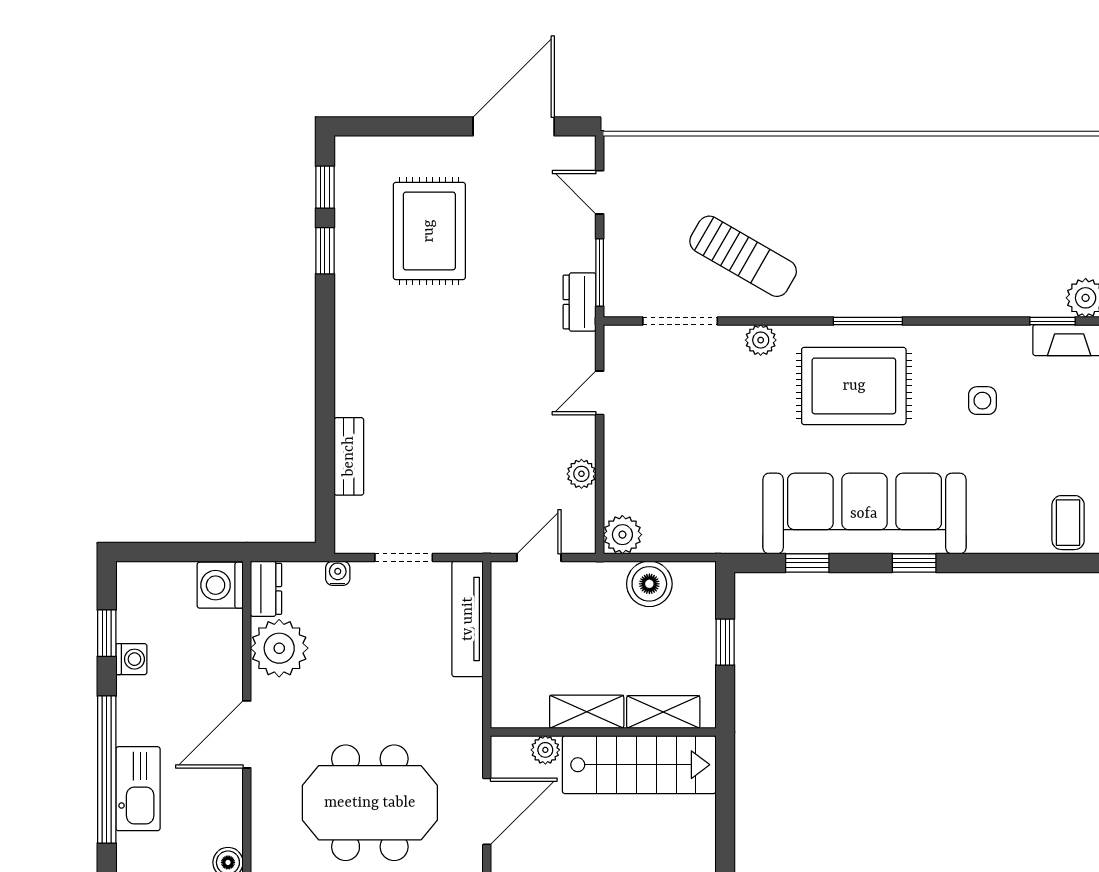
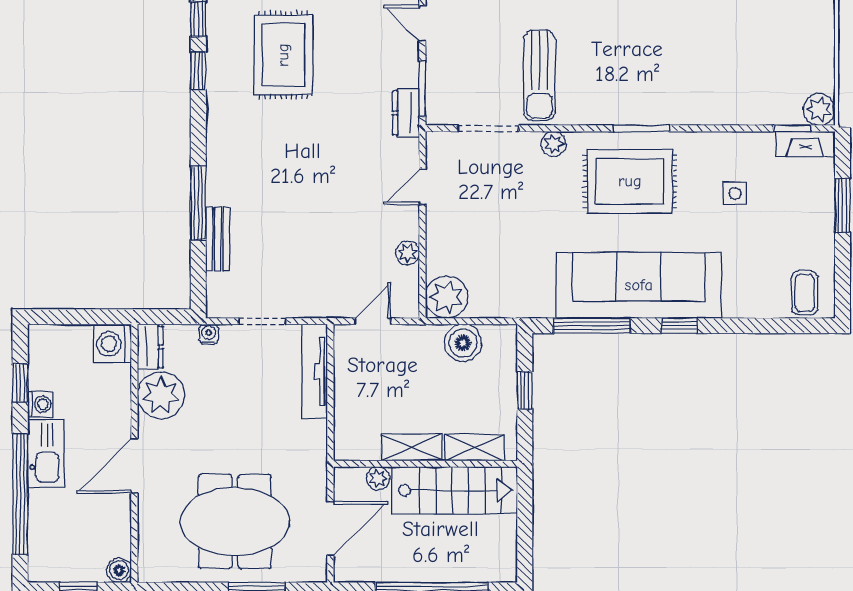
sun lounger: (743, 256) -> (539, 75), turned 60
window: (325, 413) -> (198, 203), added
plant: (622, 535) -> (447, 297), width x1.36, depth x1.36
window: (807, 563) -> (592, 326), width x2.17
kitchen sink: (138, 789) -> (46, 454), moved

